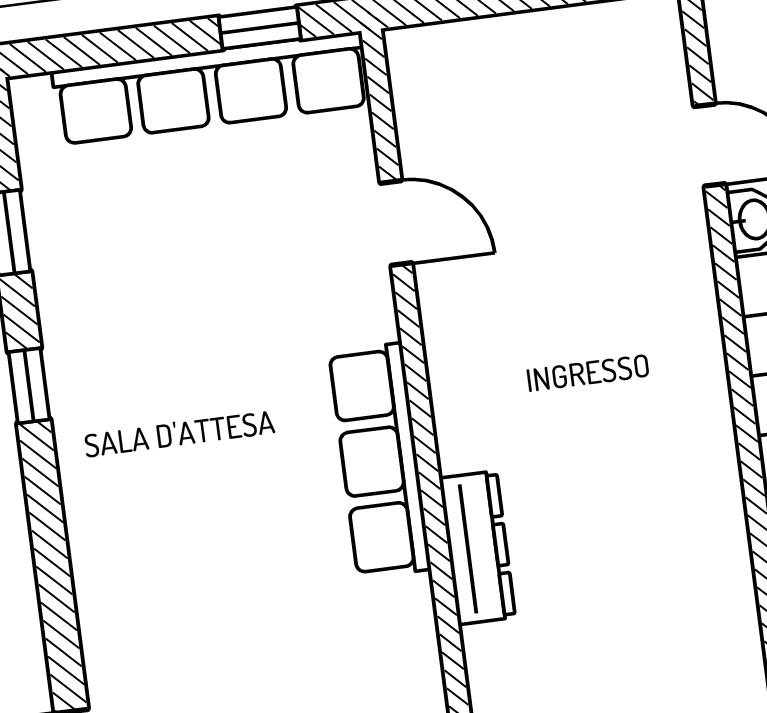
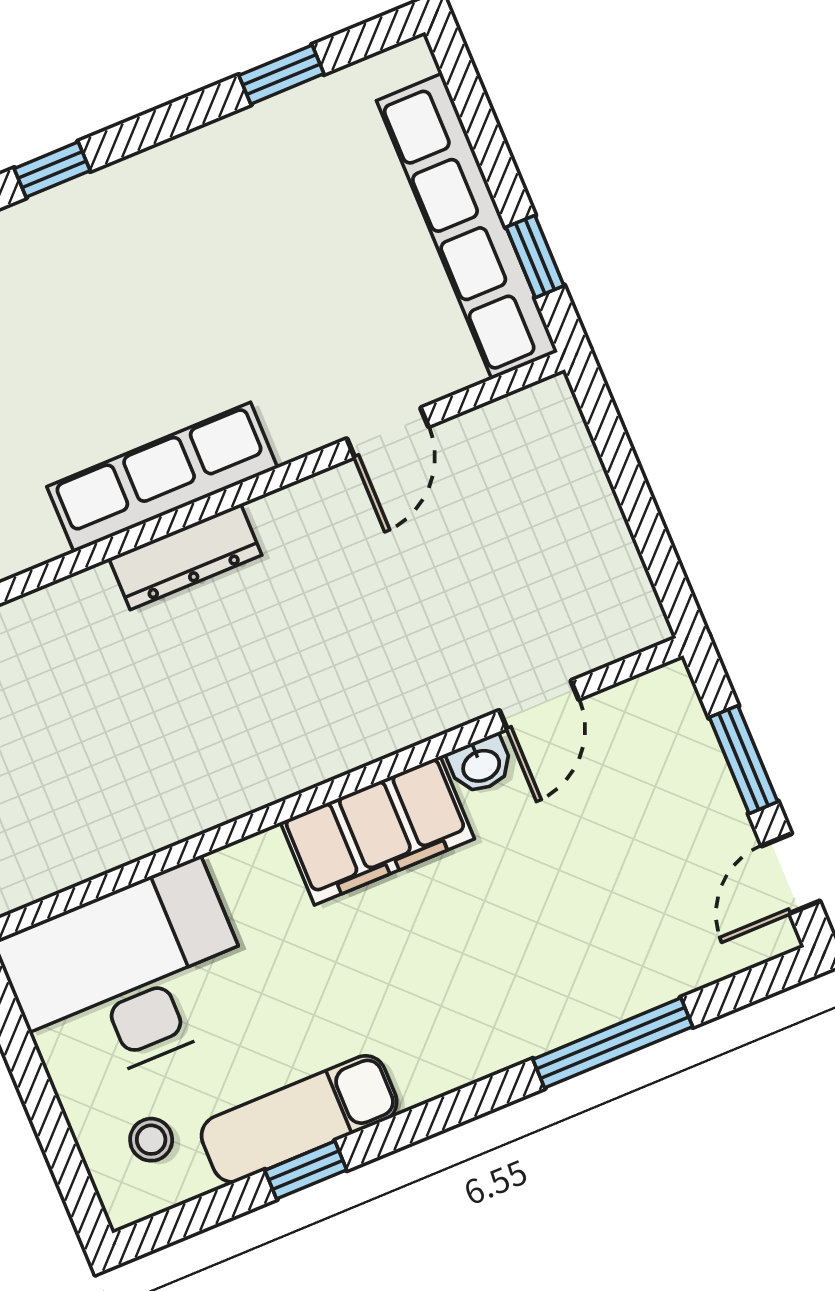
window: (29, 386) -> (52, 170), moved
dresser: (477, 548) -> (185, 557), moved

